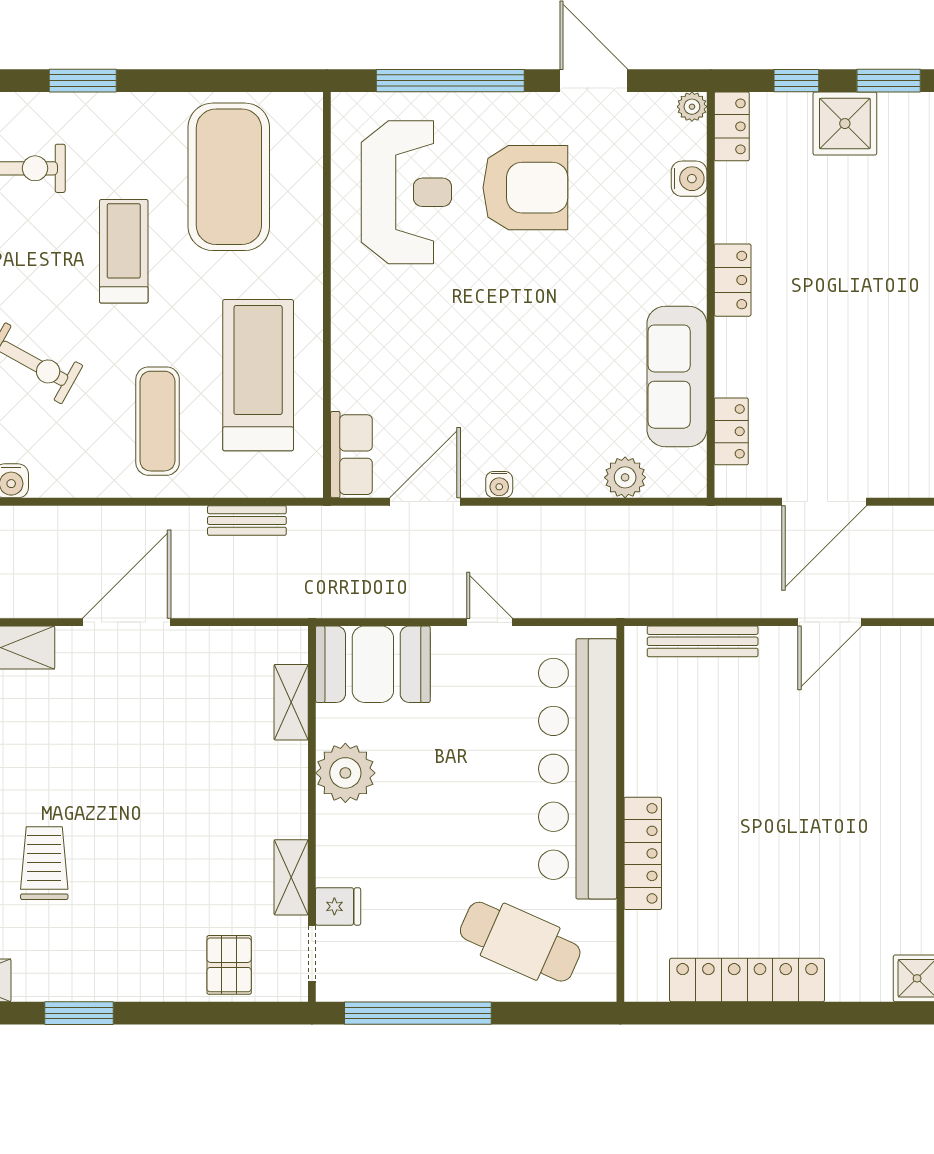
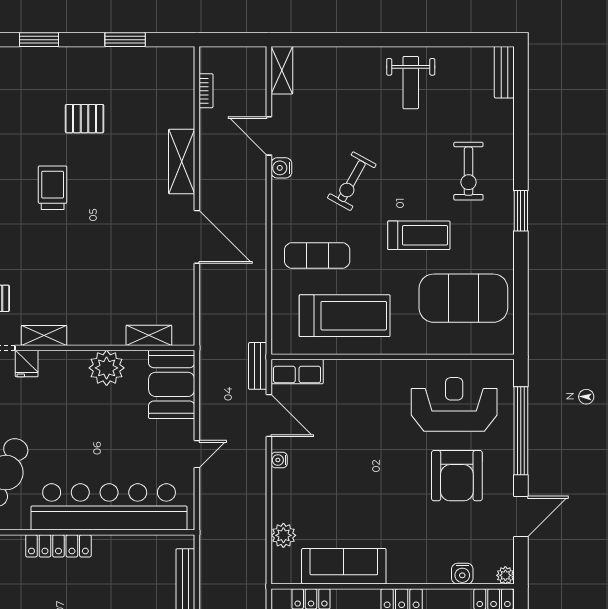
reception desk: (406, 192) -> (454, 404), turned 180
bench: (247, 520) -> (258, 366), moved
trolley: (44, 863) -> (53, 188), turned -90

